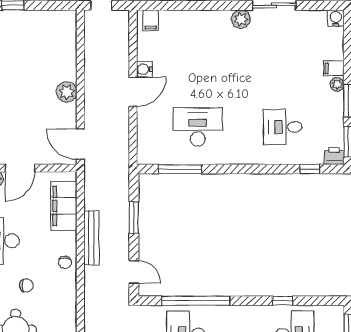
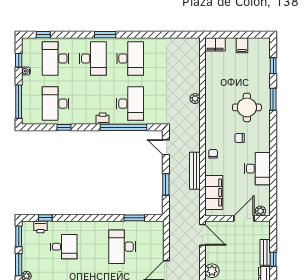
desk: (198, 127) -> (122, 247), turned 90
printer: (334, 156) -> (40, 227), moved
window: (180, 169) -> (134, 218), width x0.69
printer: (226, 314) -> (103, 119), added

